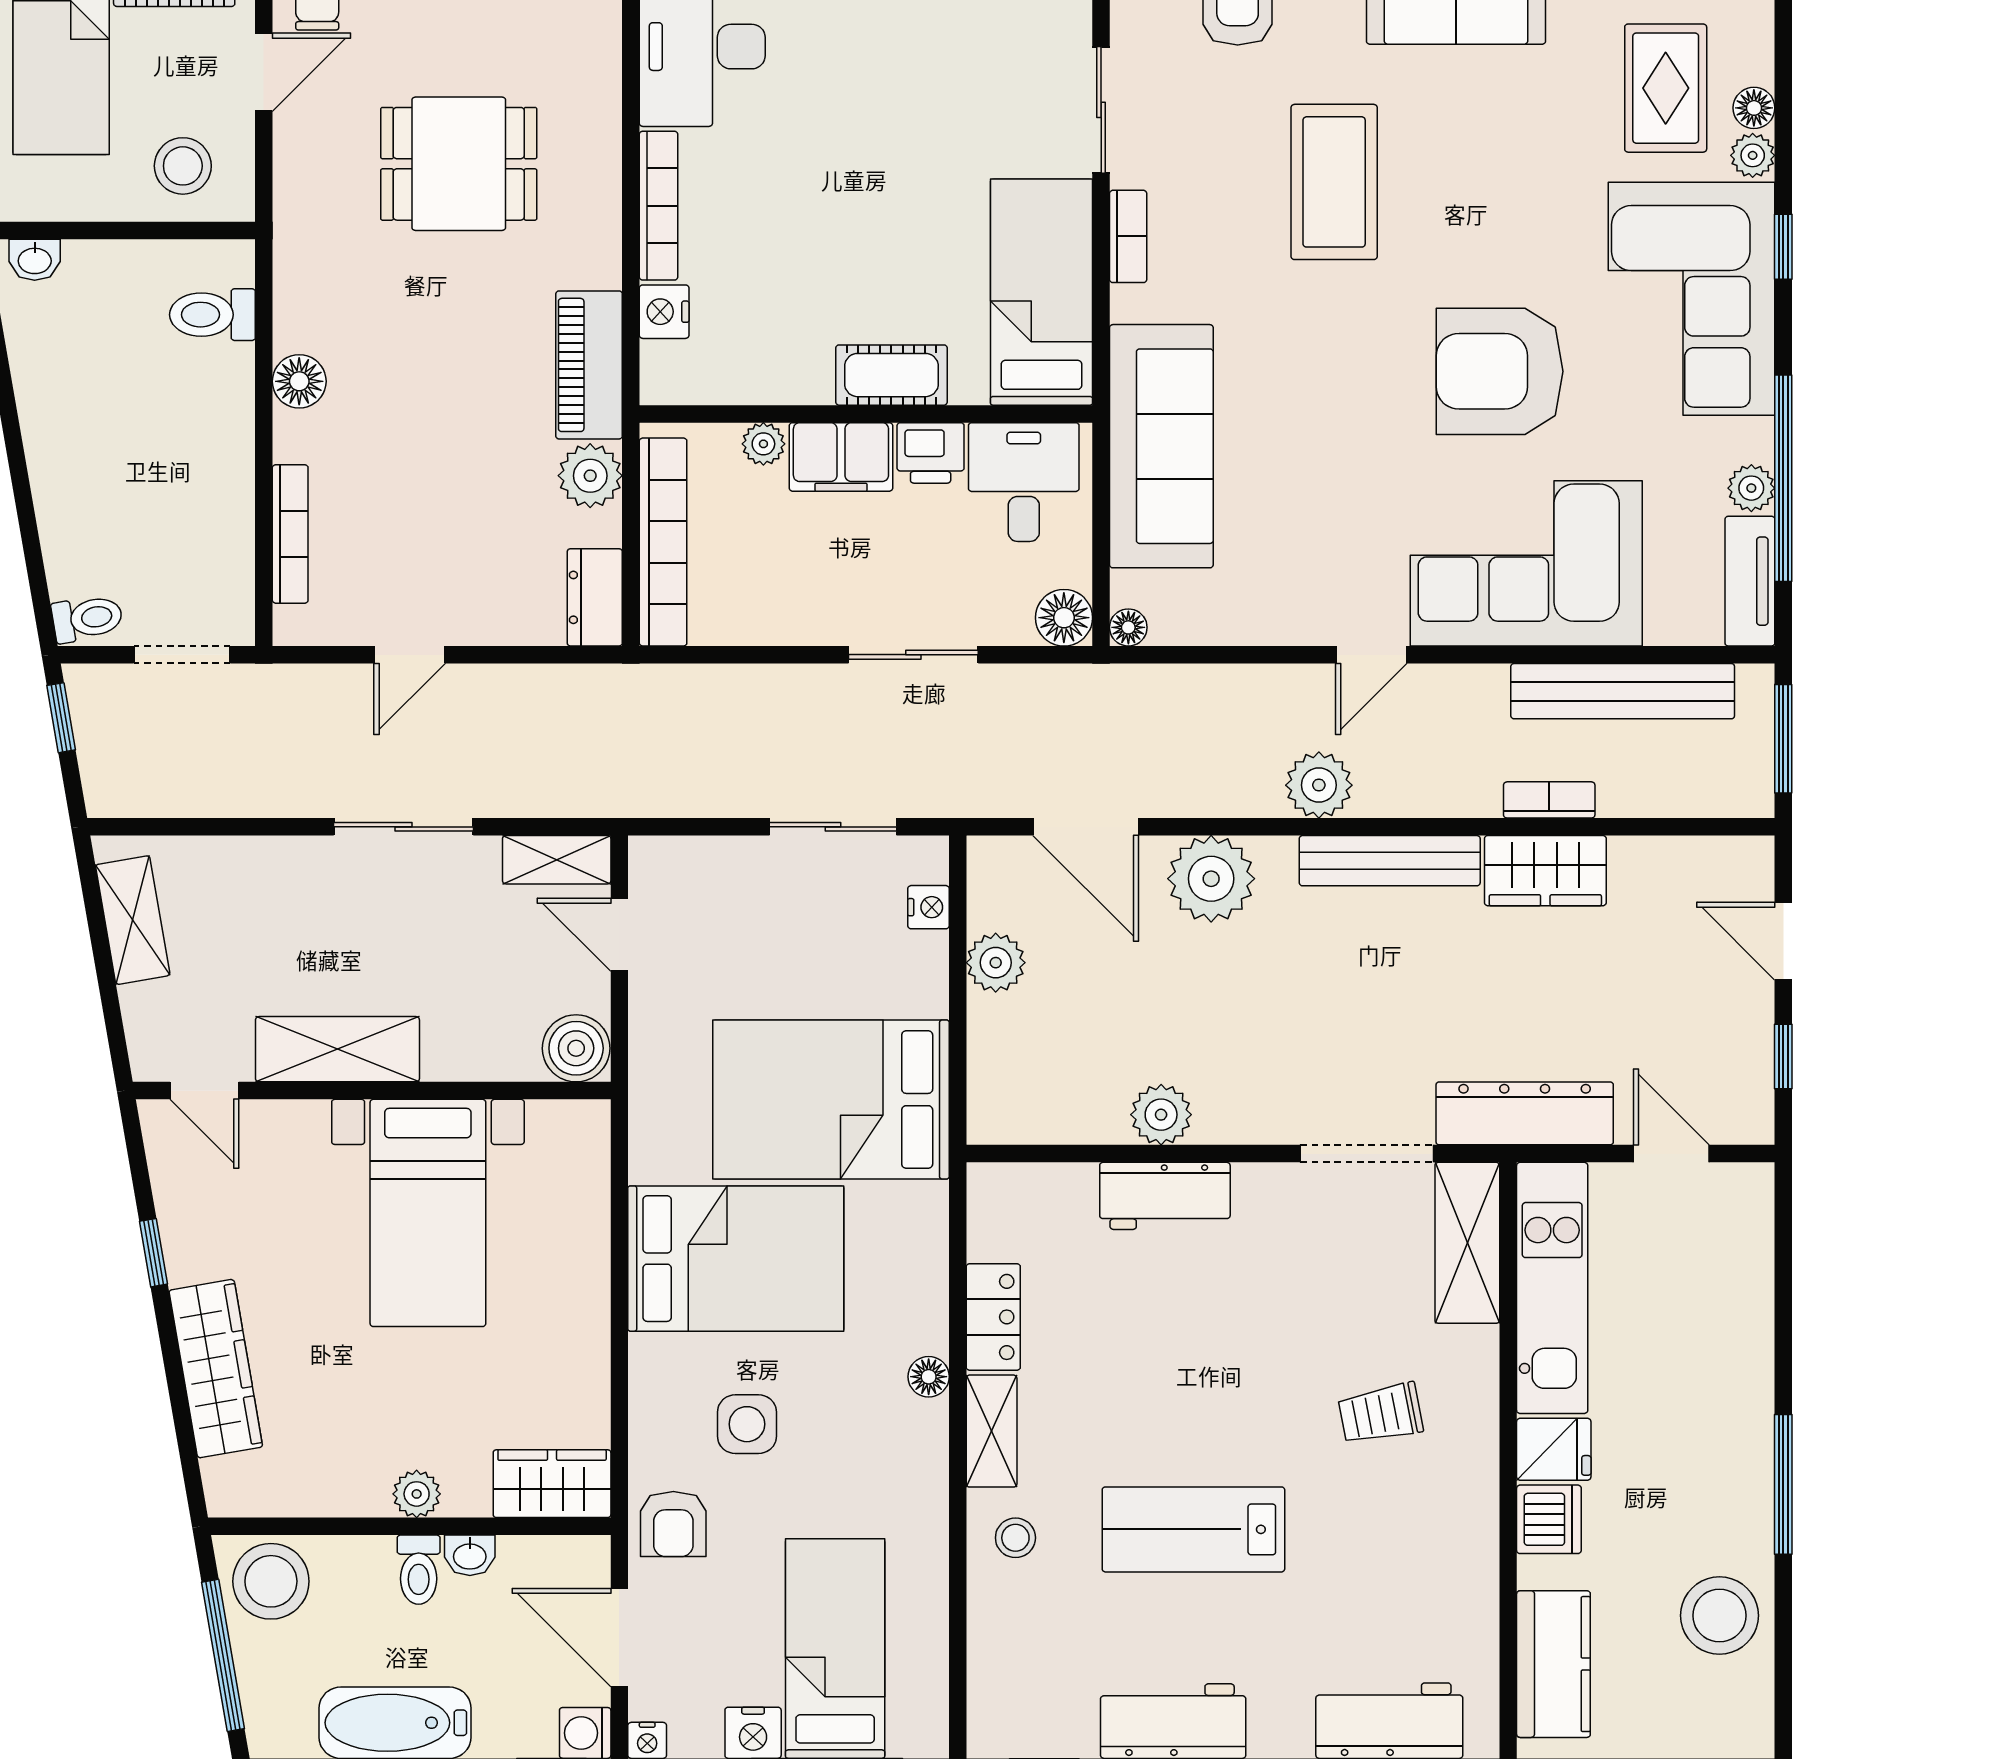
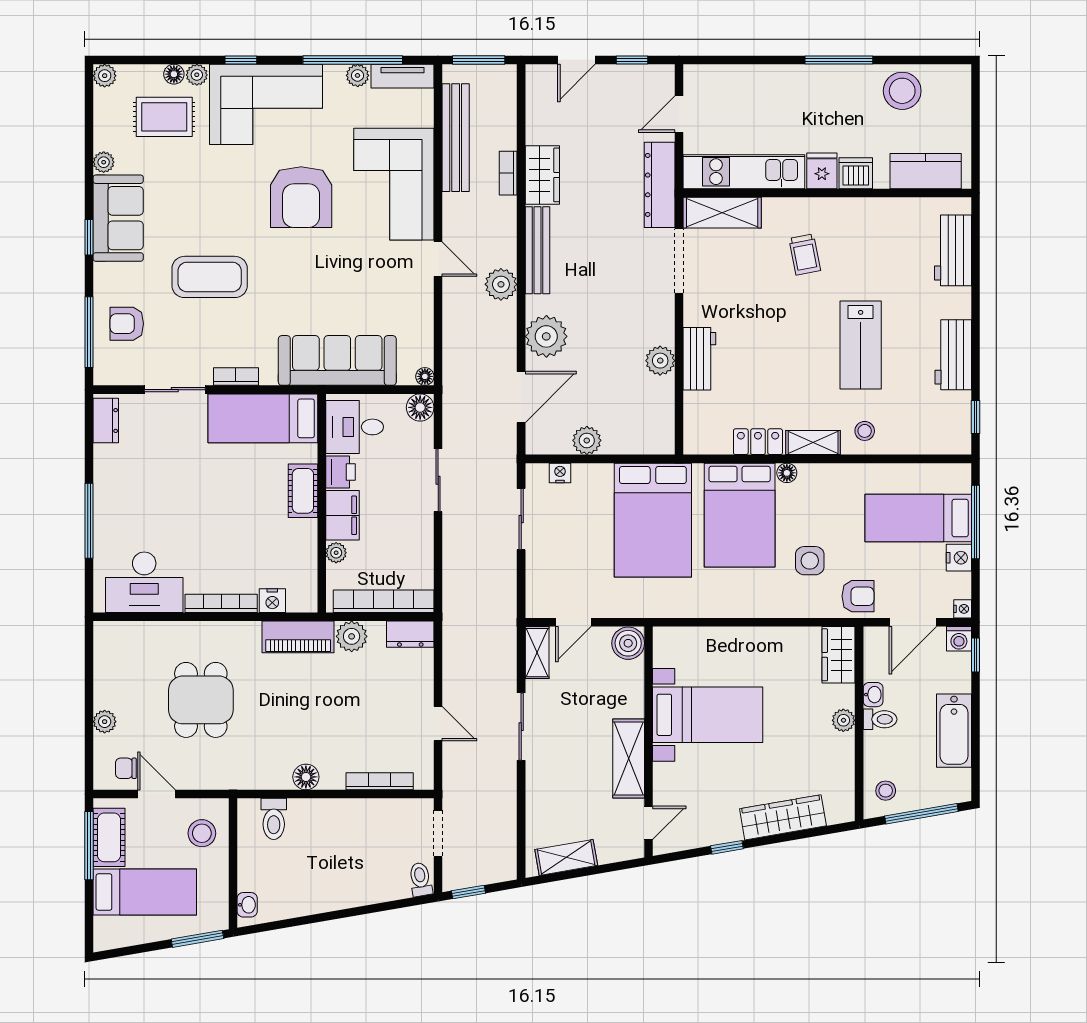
bed: (736, 1259) -> (740, 515), moved, turned 180
stool: (271, 1581) -> (886, 791), width x0.53, depth x0.53

